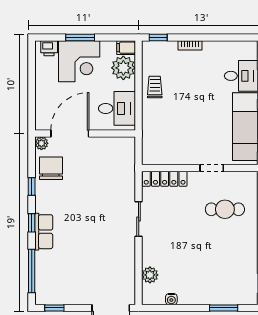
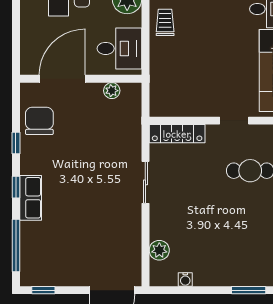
plant: (41, 143) -> (112, 91), moved

